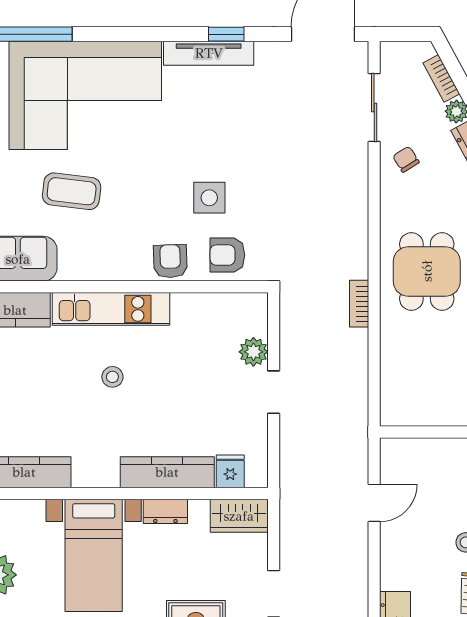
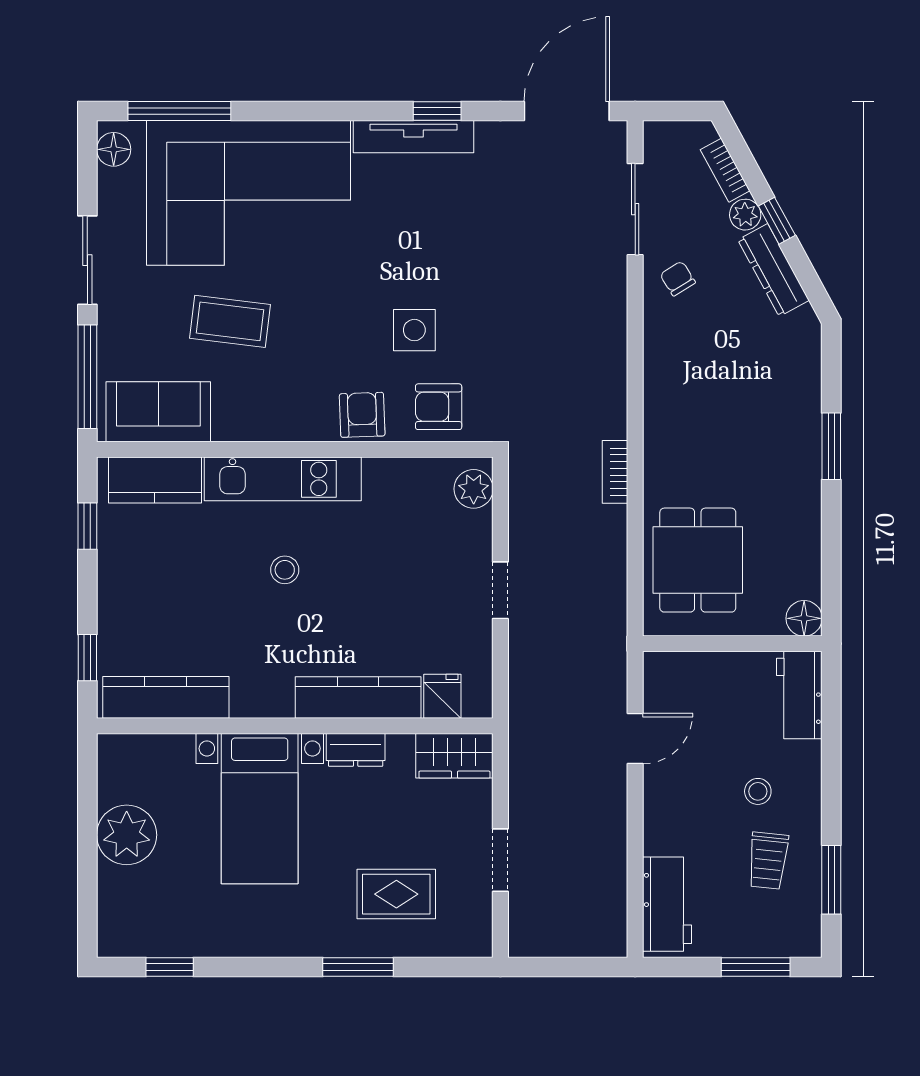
dining table: (427, 271) -> (698, 560), moved
plant: (253, 352) -> (474, 489), moved

